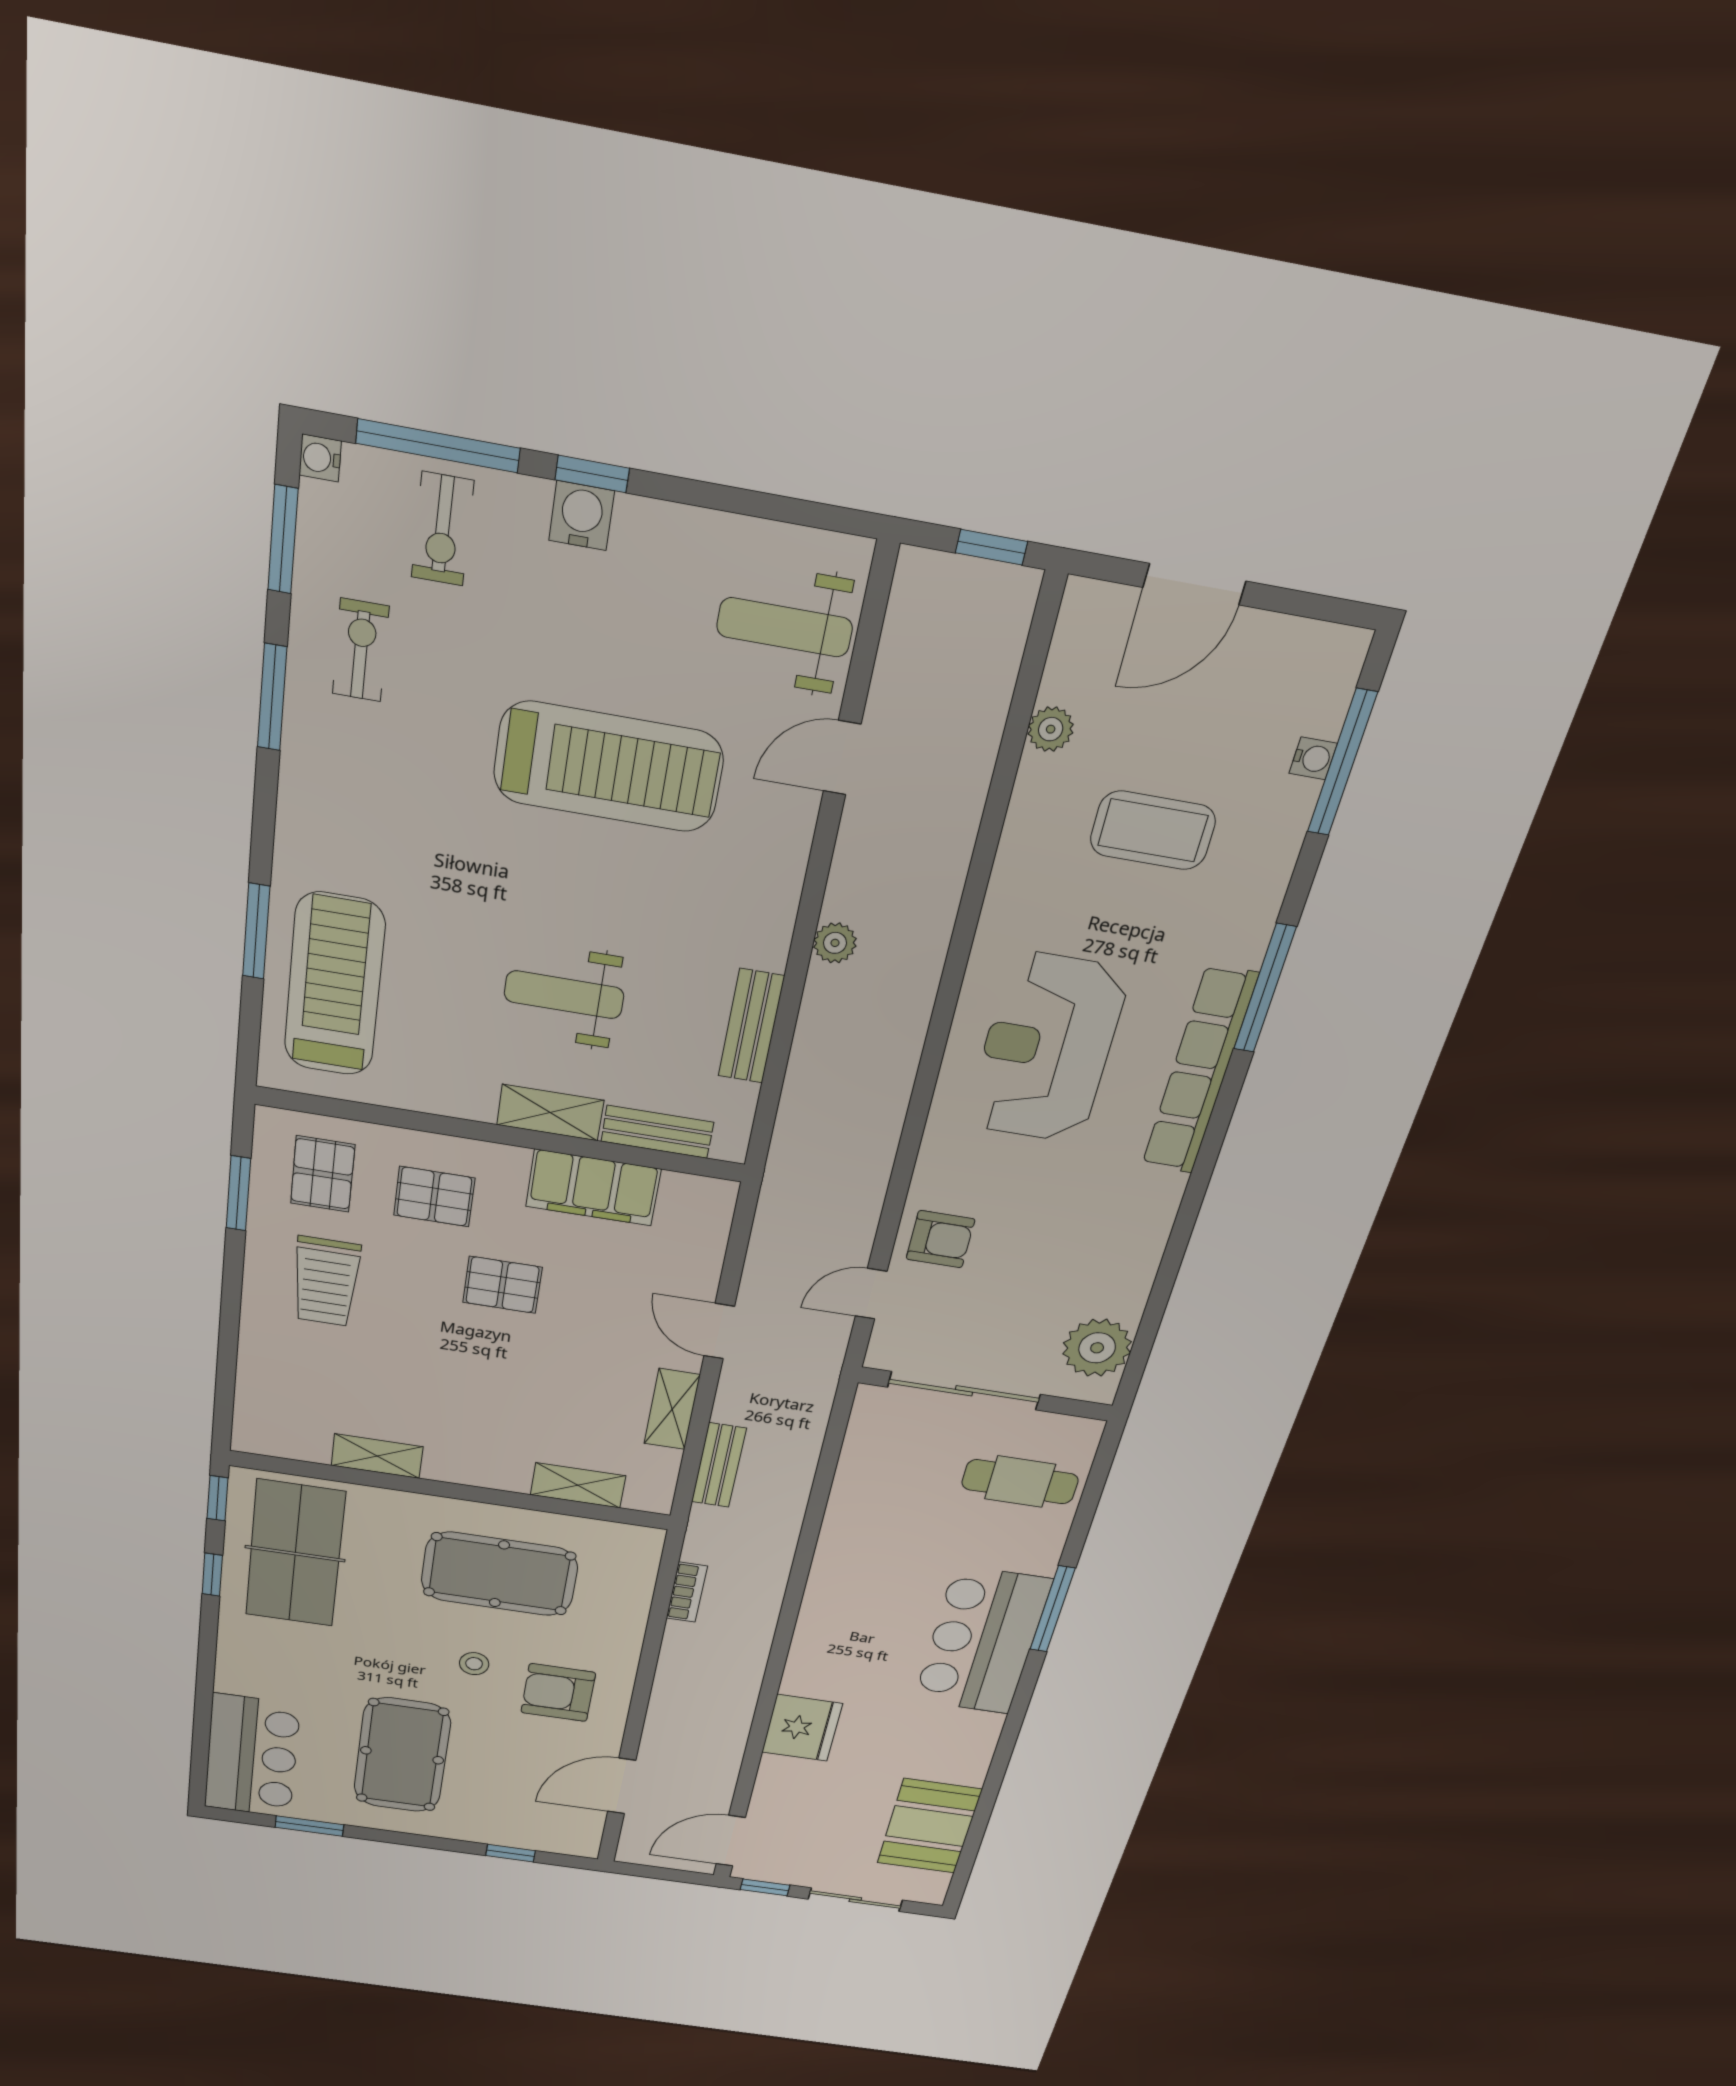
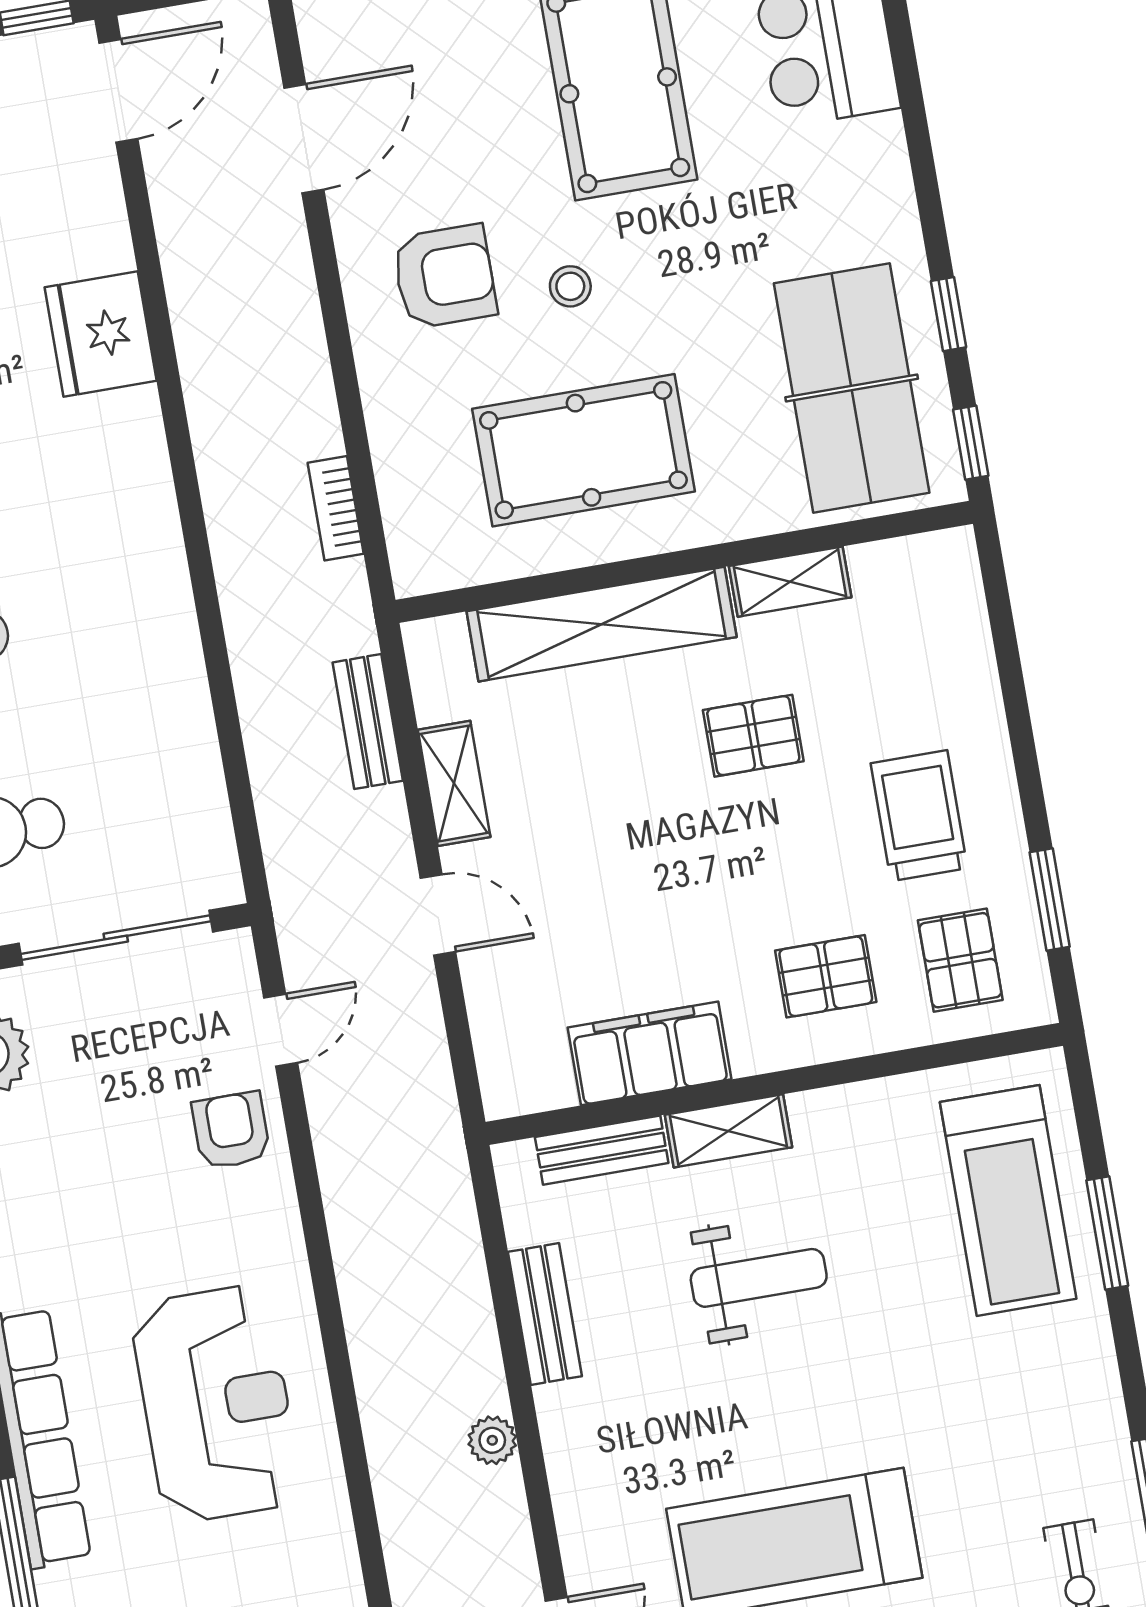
armchair: (940, 1239) -> (231, 1130), turned 90
pallet: (502, 1285) -> (753, 736), moved
shelving: (578, 1485) -> (602, 624), width x2.20, depth x1.33

